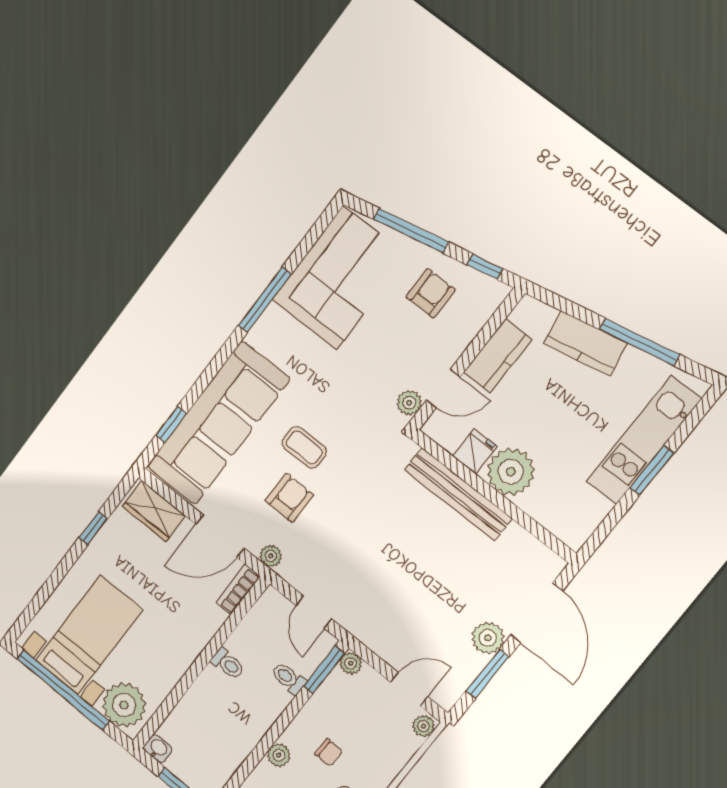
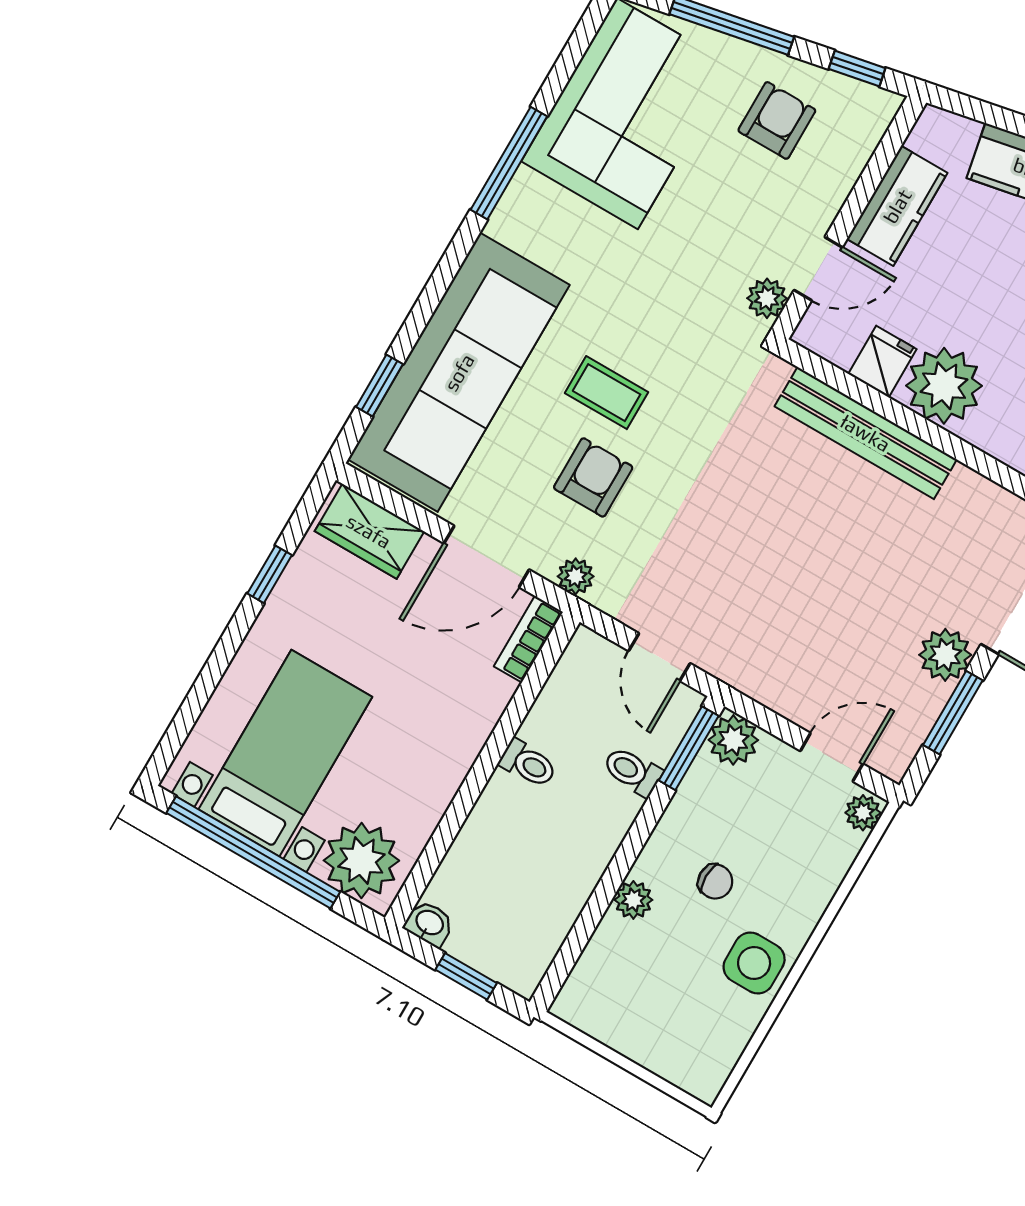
plant: (351, 663) -> (733, 740), width x1.38, depth x1.38

